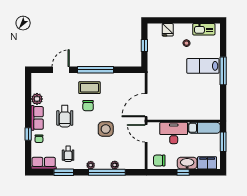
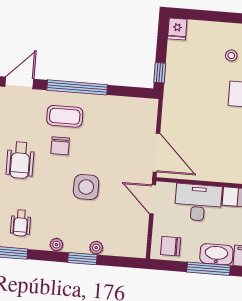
fridge: (168, 30) -> (177, 29), moved
window: (144, 46) -> (160, 73), moved
door: (146, 105) -> (156, 153), swing flipped
window: (107, 172) -> (82, 259), width x0.47
window: (183, 172) -> (208, 269), width x2.17

